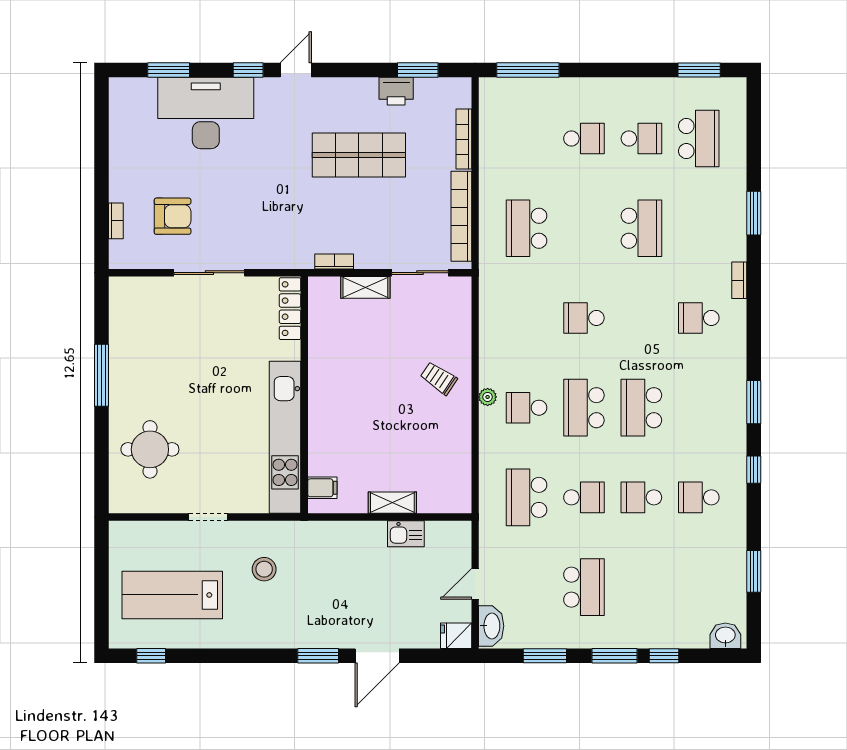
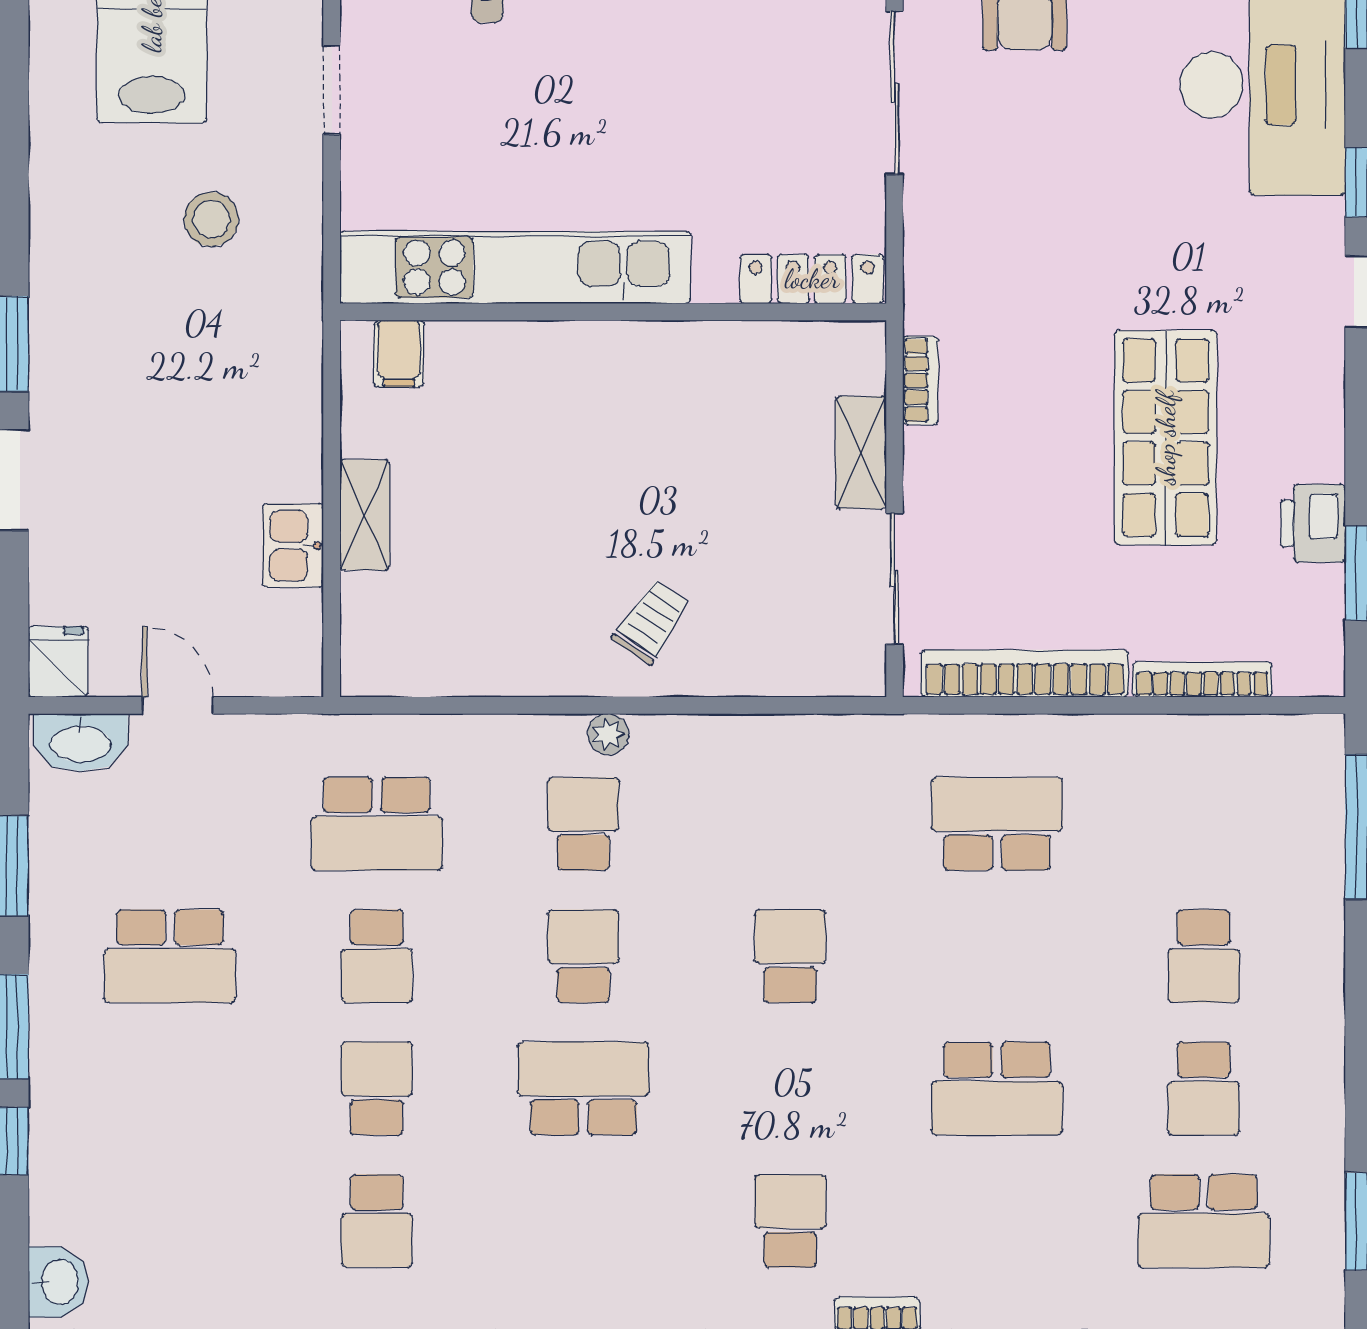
school desk: (584, 408) -> (583, 956), width x0.54
school desk: (526, 497) -> (377, 824), turned 180
school desk: (699, 497) -> (377, 1221), turned 180

